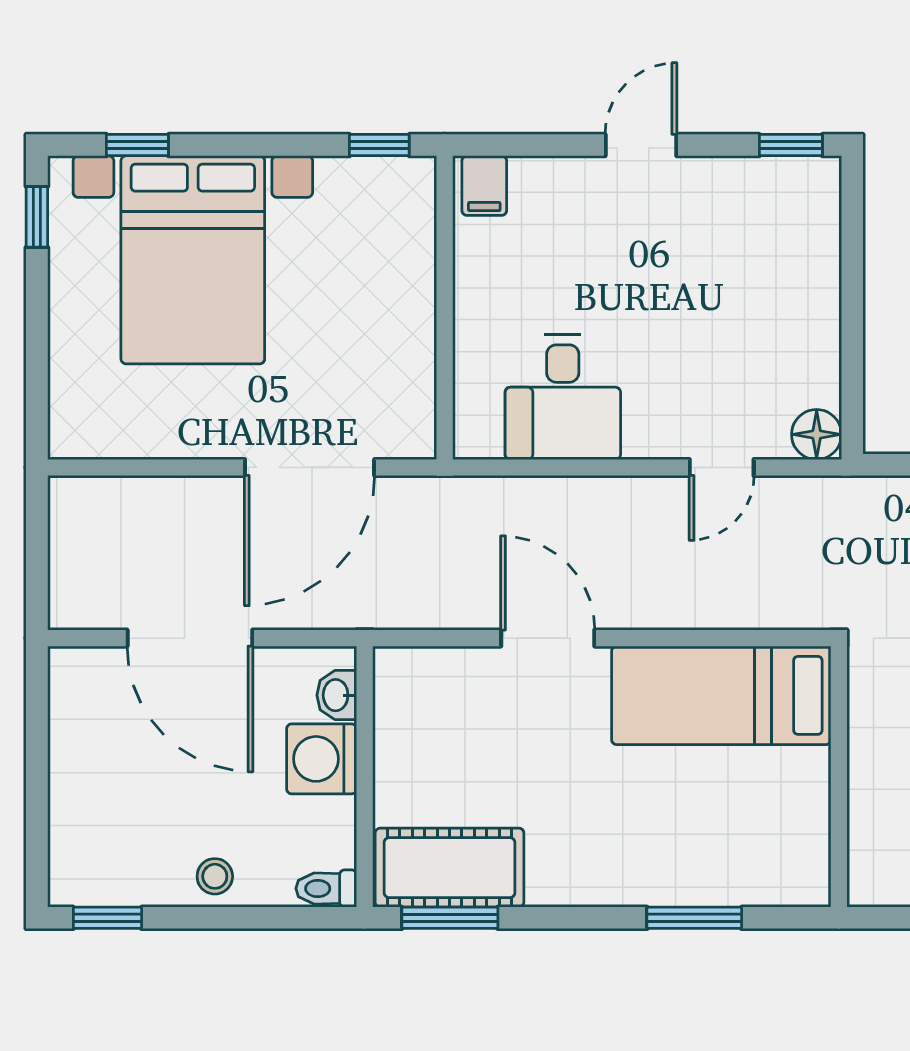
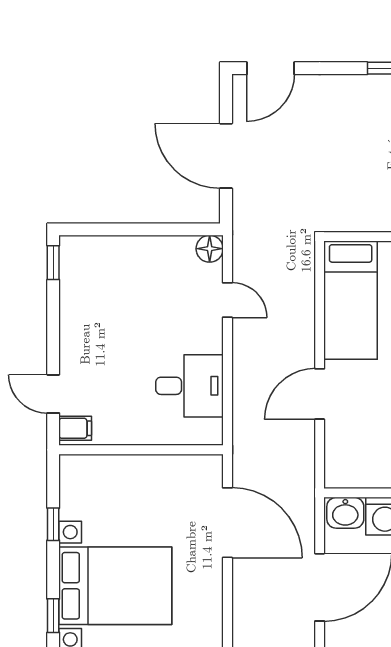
window: (379, 145) -> (53, 524), moved
door: (641, 145) -> (53, 394), moved
washbasin: (337, 695) -> (345, 513), width x1.38, depth x1.45

